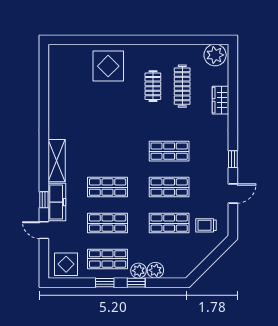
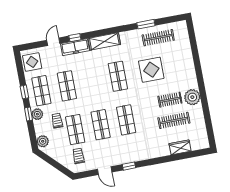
plant: (215, 55) -> (192, 97), moved
display table: (108, 66) -> (151, 70), moved
clothes rail: (65, 86) -> (158, 38), added
window: (44, 99) -> (146, 24), added
wardrobe: (220, 100) -> (180, 147), moved
shop shelf: (108, 187) -> (118, 76), moved
trolley: (153, 245) -> (57, 121), added
plant: (155, 270) -> (43, 141), moved

